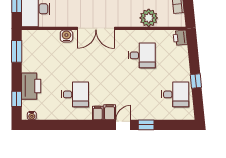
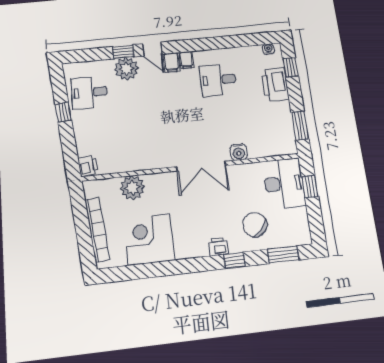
double door: (96, 28) -> (201, 166), swing flipped
desk: (142, 55) -> (137, 137), removed
plant: (145, 111) -> (126, 69), added
door: (123, 125) -> (152, 49), hinge flipped

